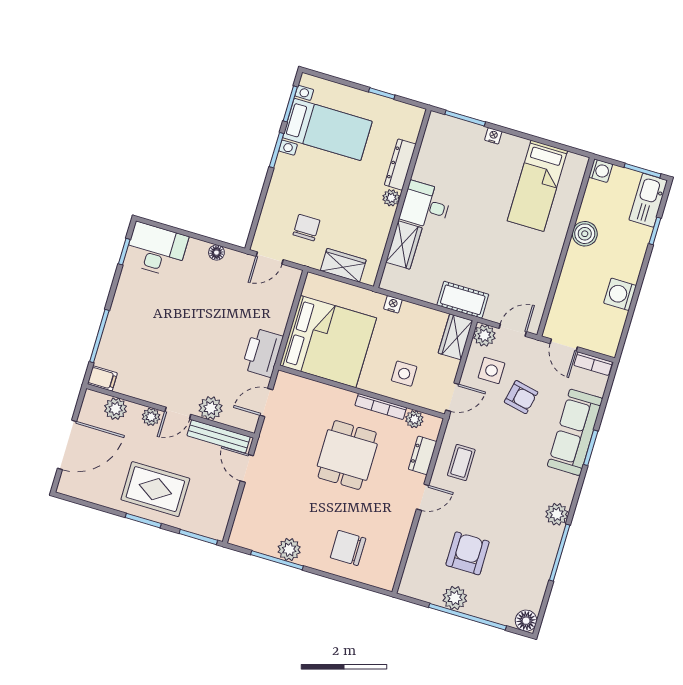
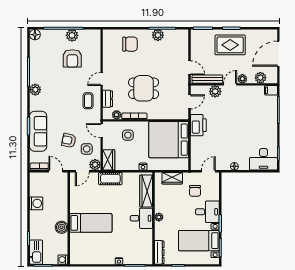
dresser: (400, 165) -> (159, 252), moved
desk: (295, 180) -> (207, 212), added
bed: (537, 186) -> (91, 223), moved, turned 90
wardrobe: (404, 245) -> (146, 191), width x1.50
door: (452, 397) -> (102, 131), hinge flipped
dining table: (347, 455) -> (144, 88), turned 90

